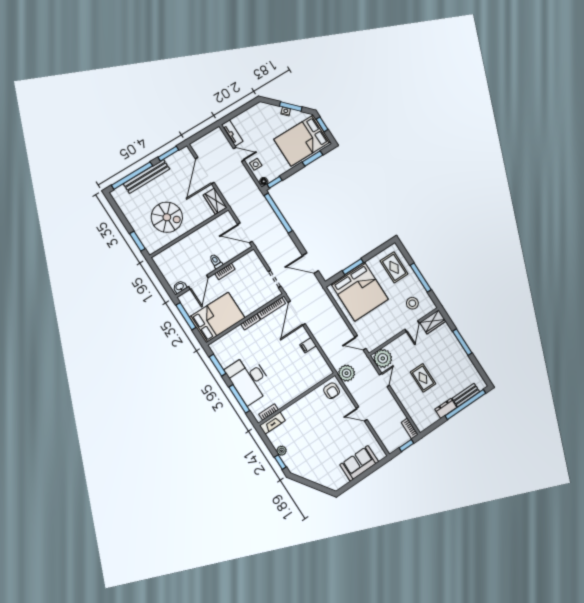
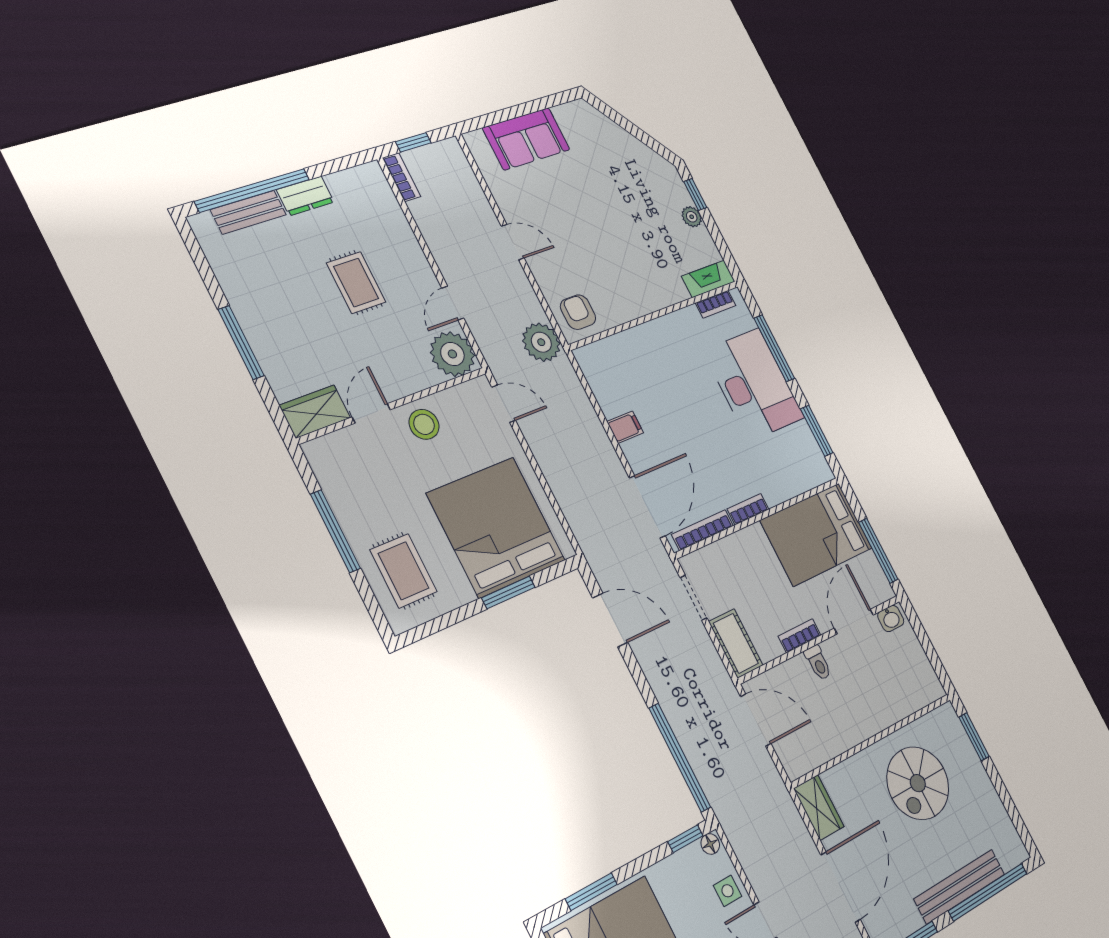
spiral stairs: (167, 217) -> (918, 783), turned -90
cot: (255, 263) -> (736, 643), added
stool: (412, 303) -> (424, 424), moved

